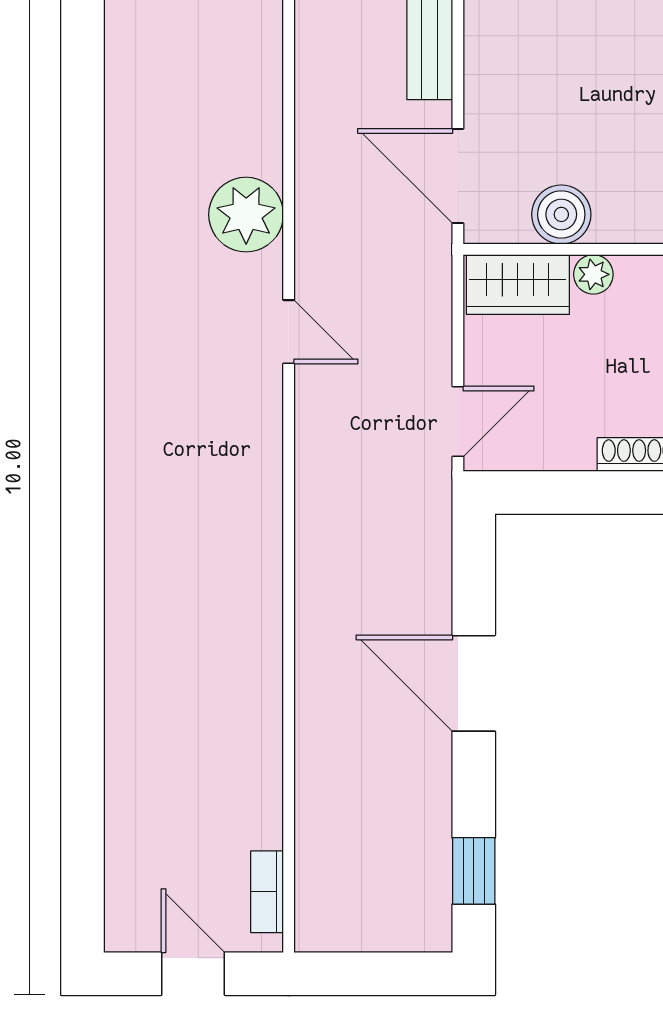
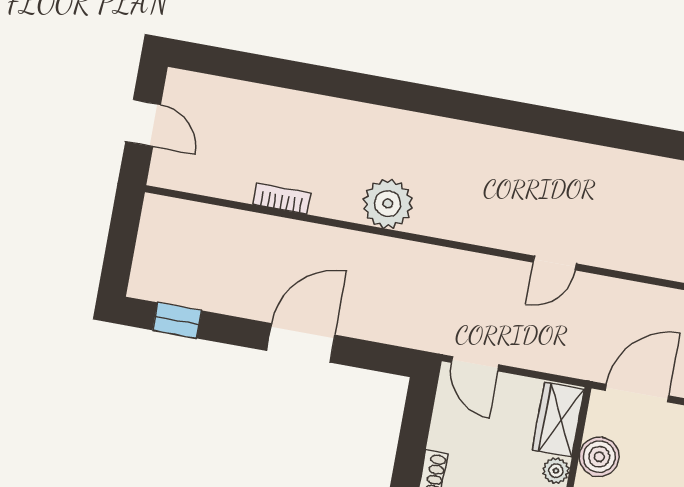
plant: (246, 215) -> (388, 204), moved
bookcase: (267, 892) -> (282, 199), moved
door: (193, 974) -> (143, 123), hinge flipped

